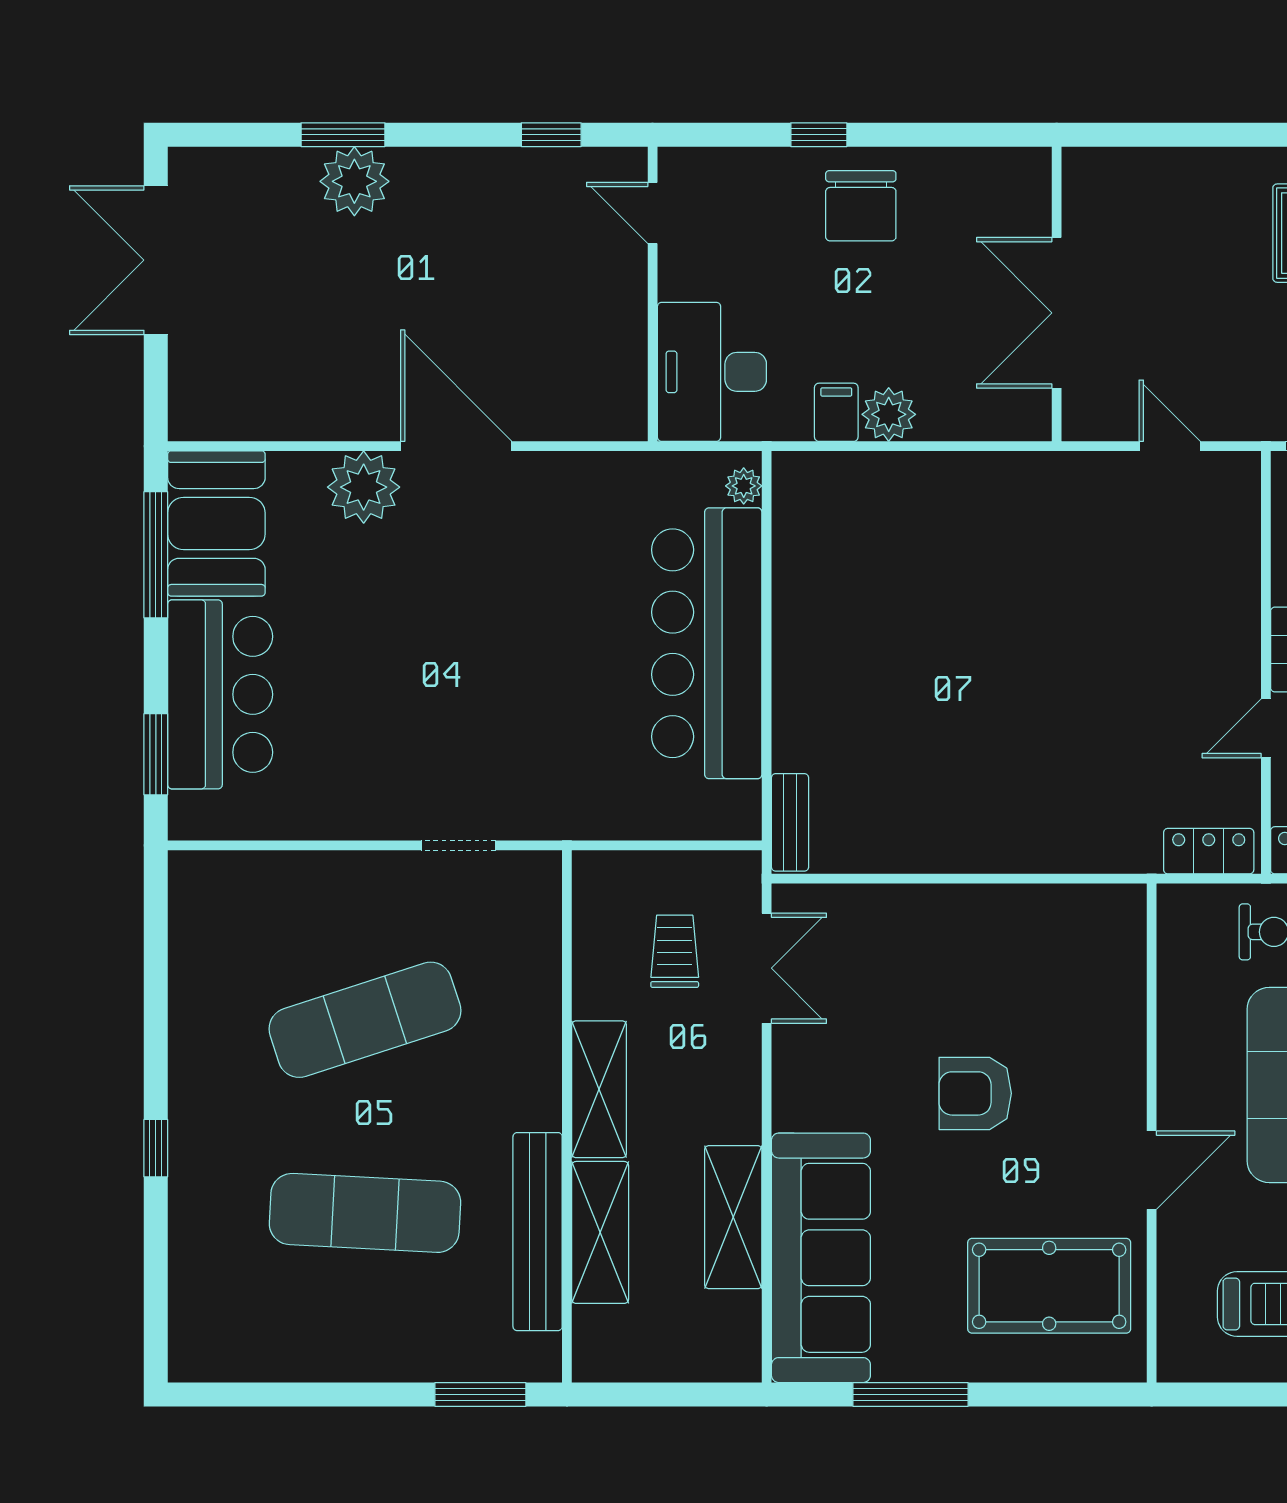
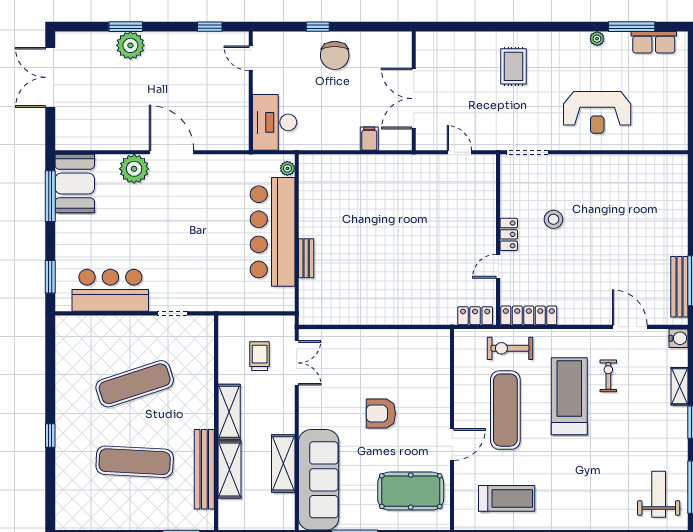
filing cabinet: (836, 412) -> (369, 139), moved
plant: (889, 414) -> (346, 140), removed
bar counter: (220, 694) -> (110, 290), moved, turned -90
bench: (790, 822) -> (306, 258), moved

